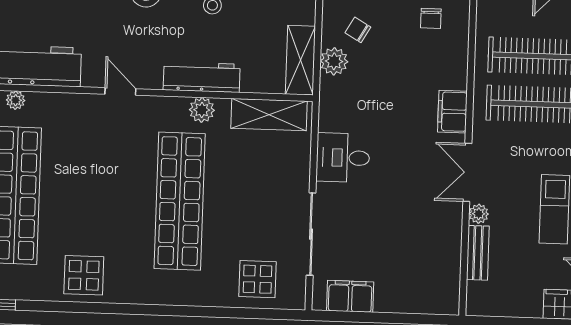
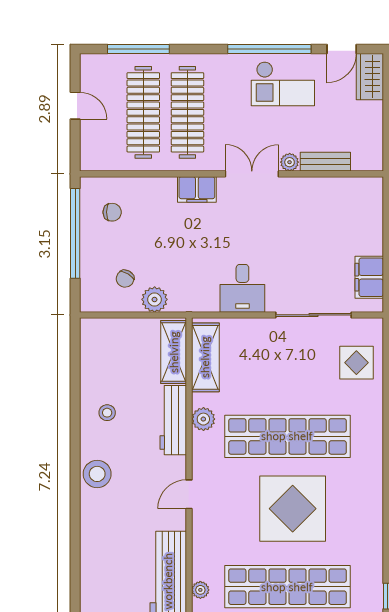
shelving: (300, 60) -> (174, 352), moved, turned 90
double door: (467, 172) -> (252, 174), swing flipped
display table: (84, 275) -> (293, 509), moved, width x1.86, depth x1.86

